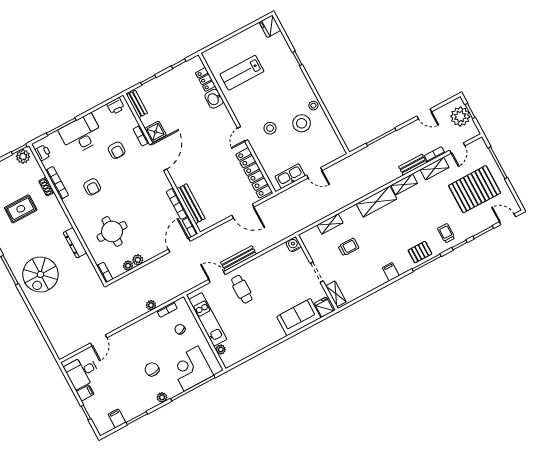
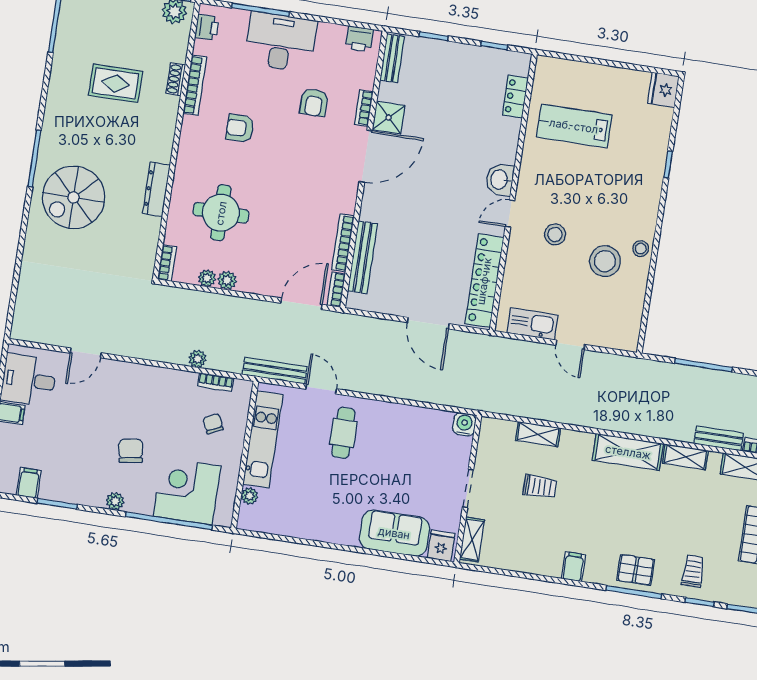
washbasin: (214, 99) -> (500, 180), moved
armchair: (92, 187) -> (240, 128), turned 90
bench: (238, 258) -> (275, 371), moved

